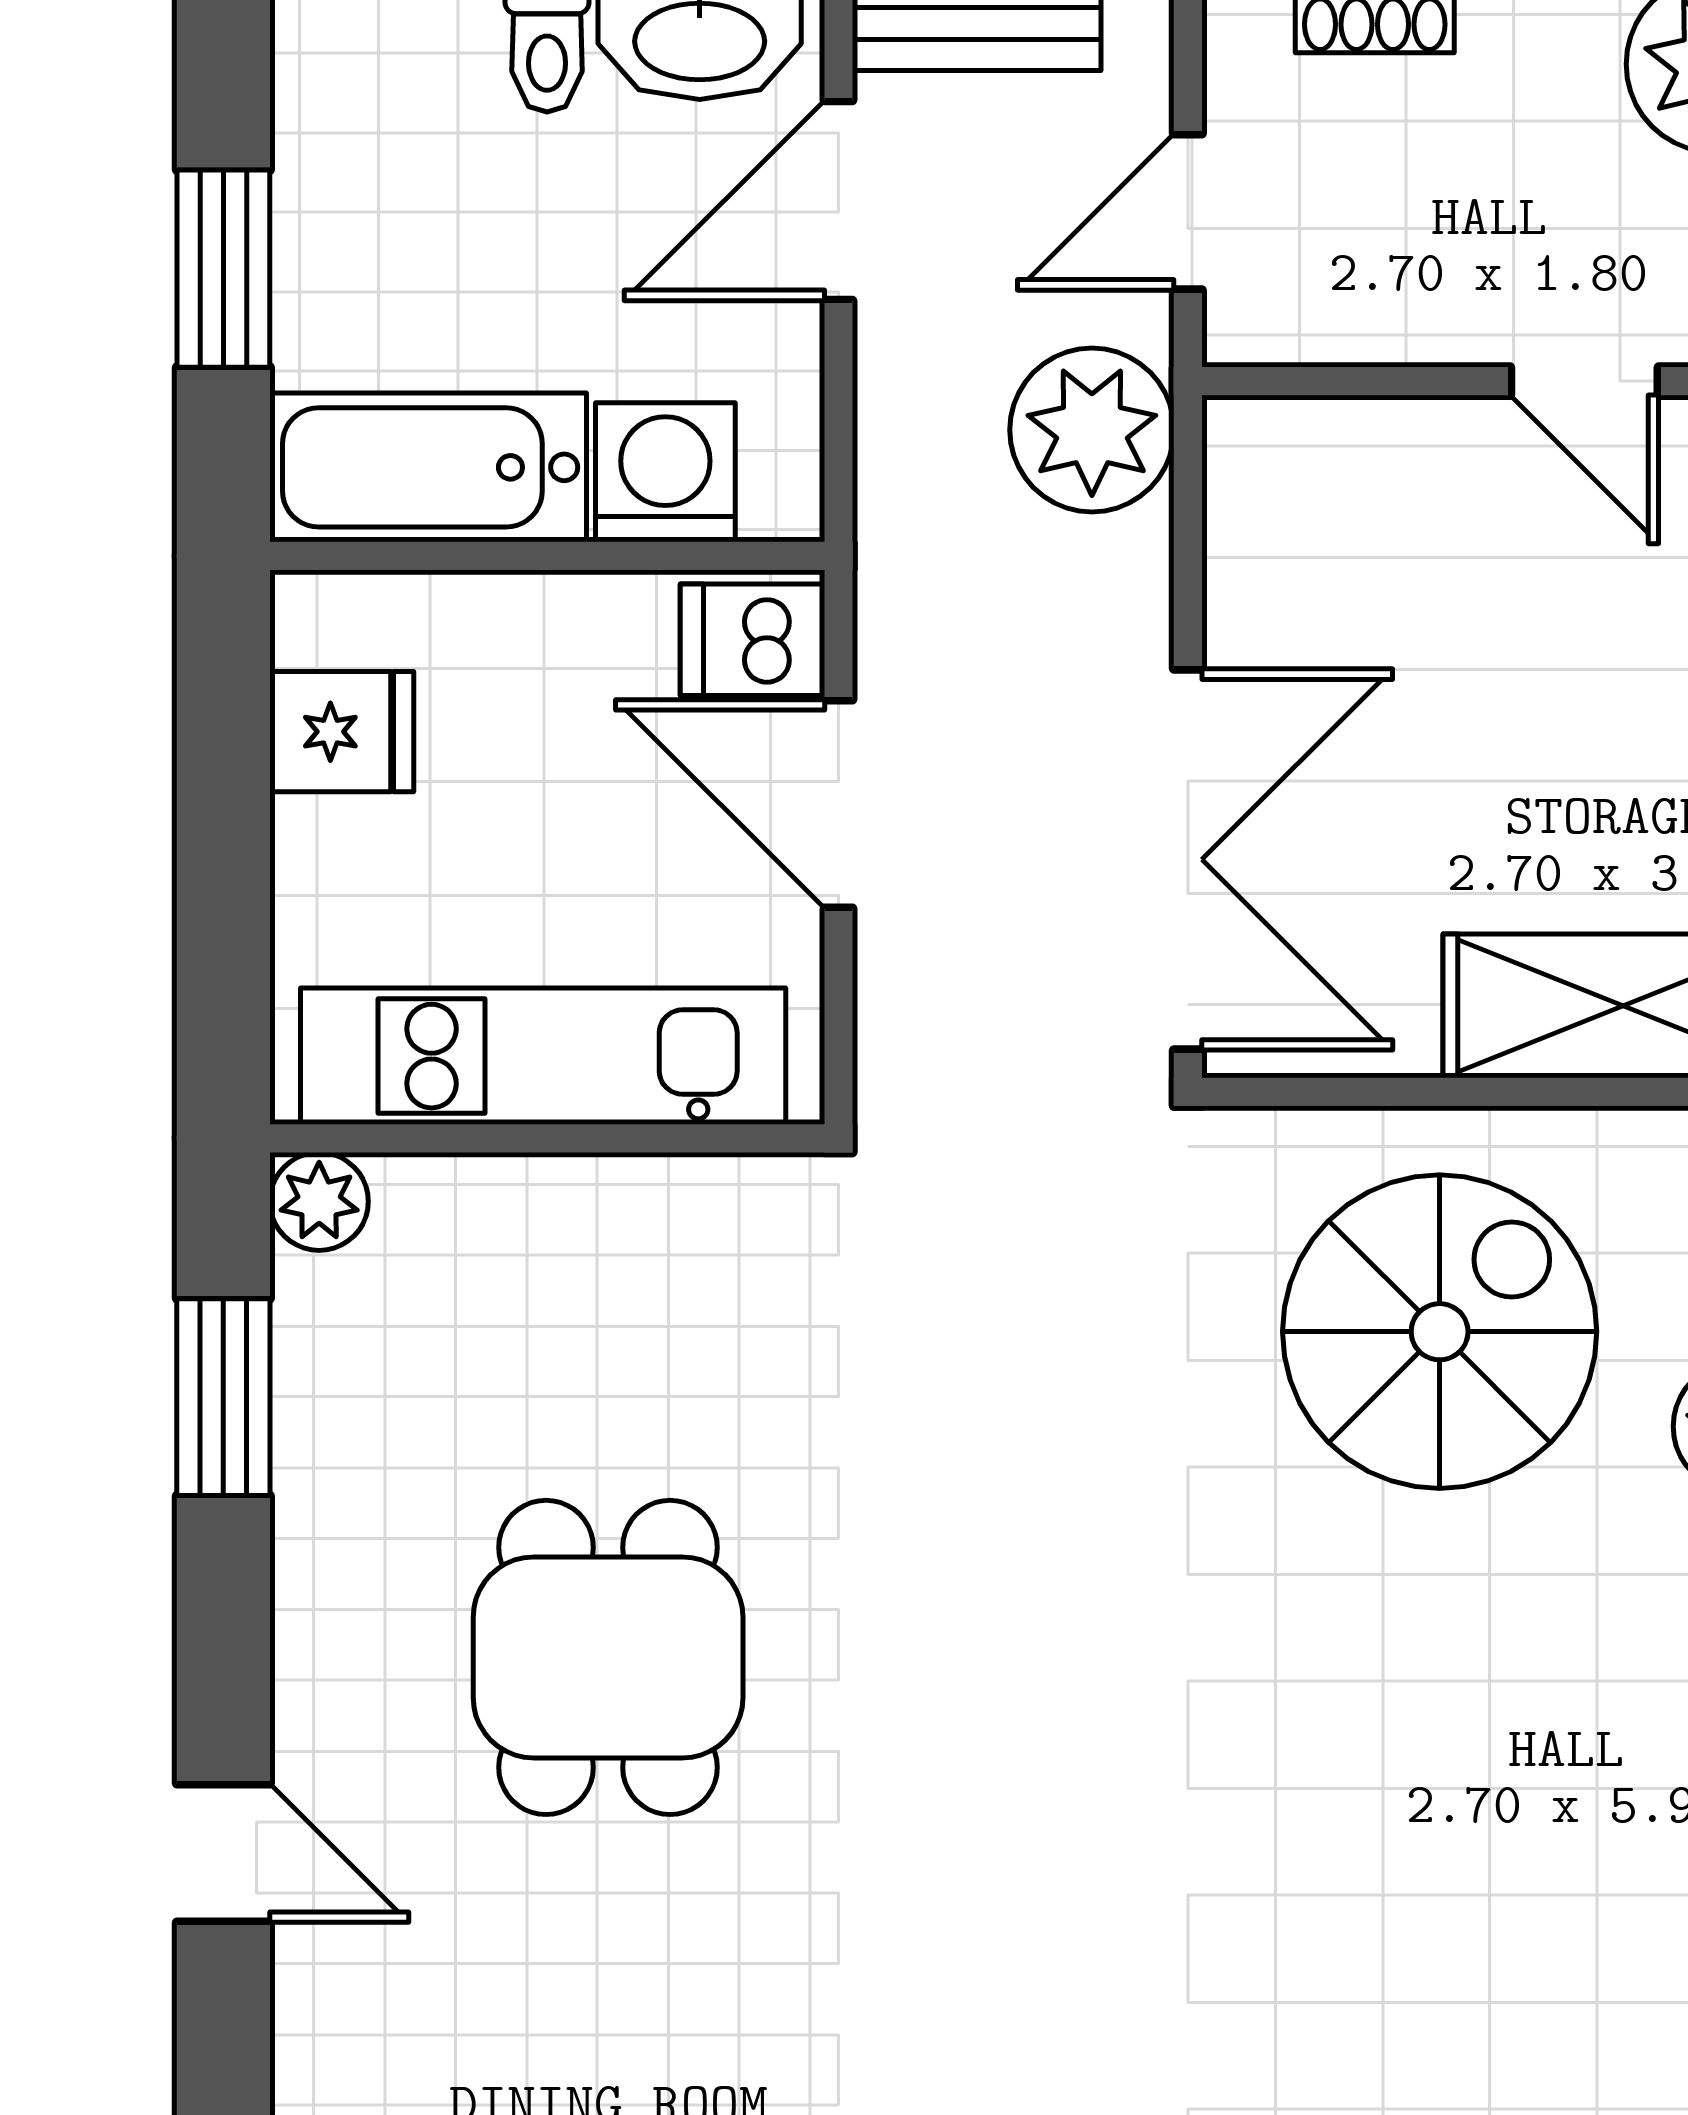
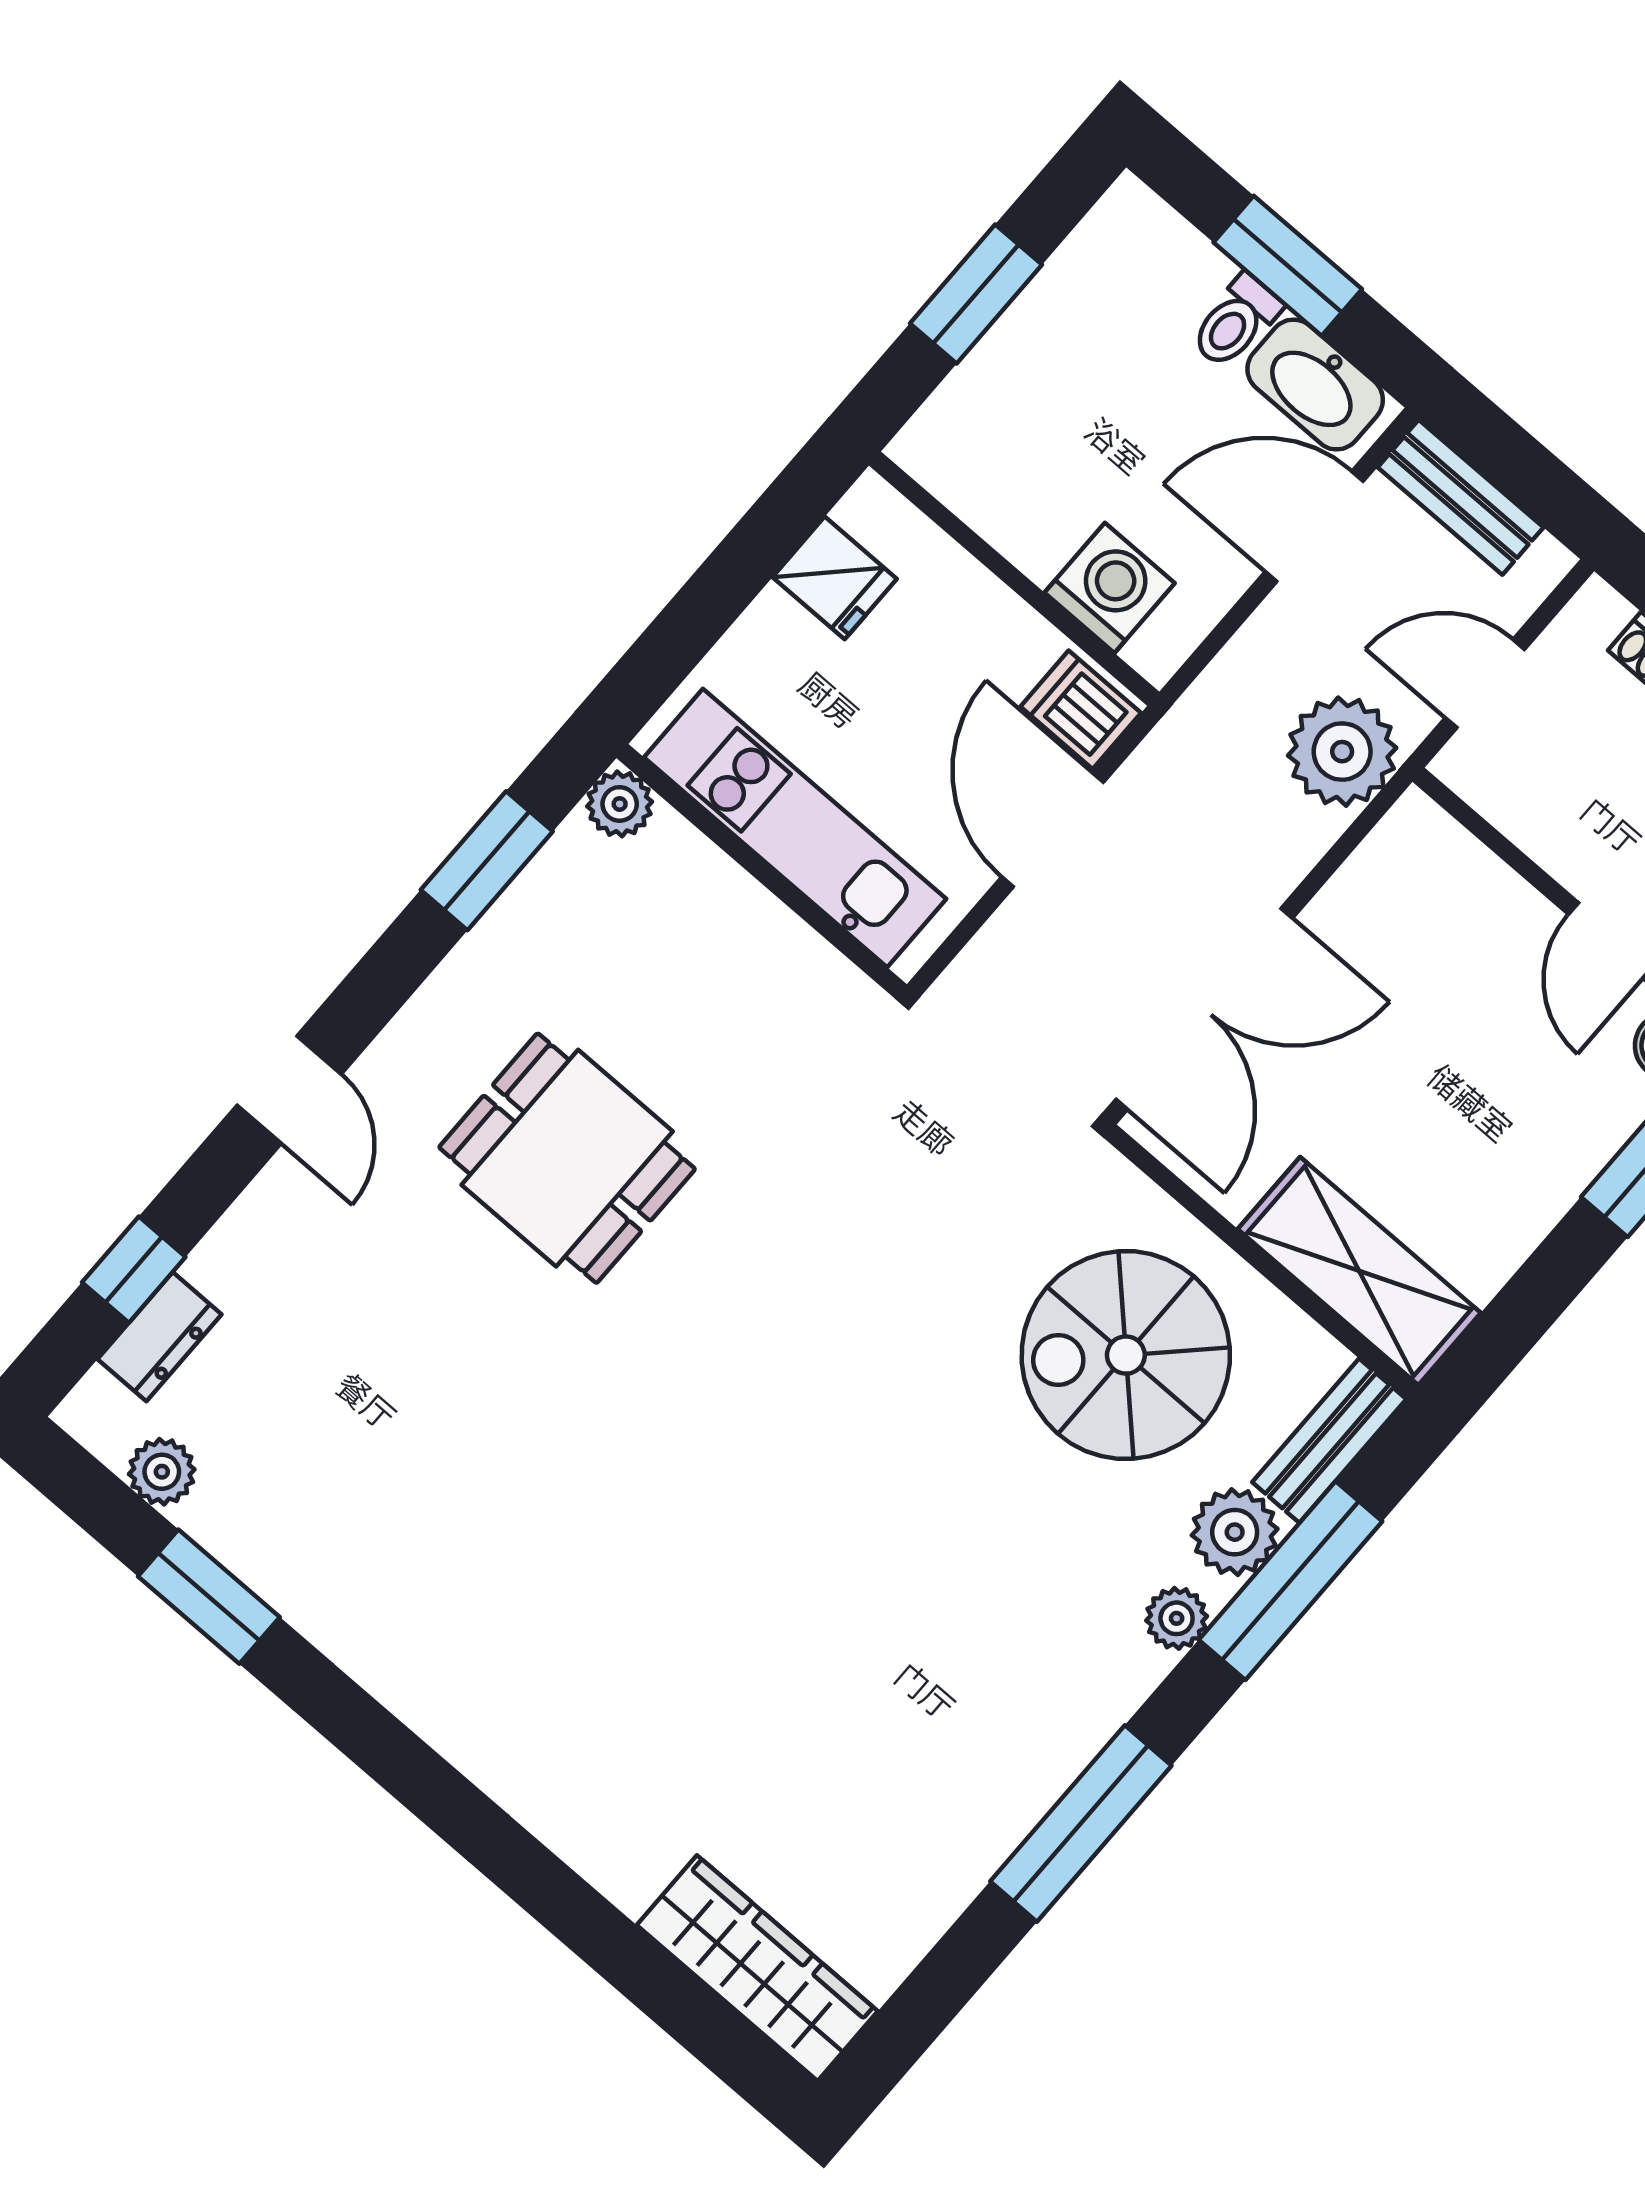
bathtub: (428, 467) -> (993, 483), removed
spiral stairs: (1440, 1332) -> (1126, 1355), turned 180
dining table: (608, 1657) -> (567, 1158), turned 90

